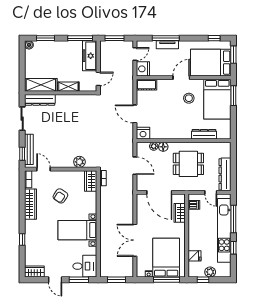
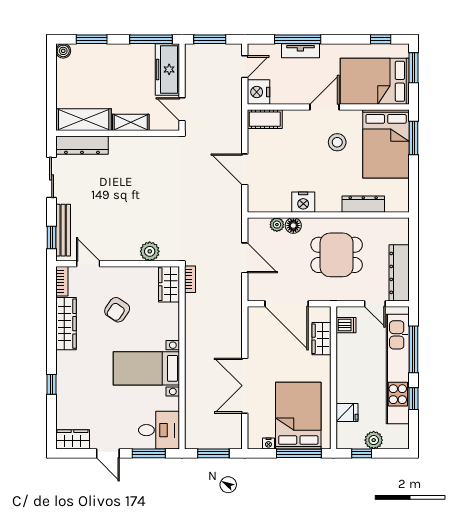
door: (98, 79) -> (182, 109), swing flipped
nightstand: (143, 133) -> (303, 202), moved

